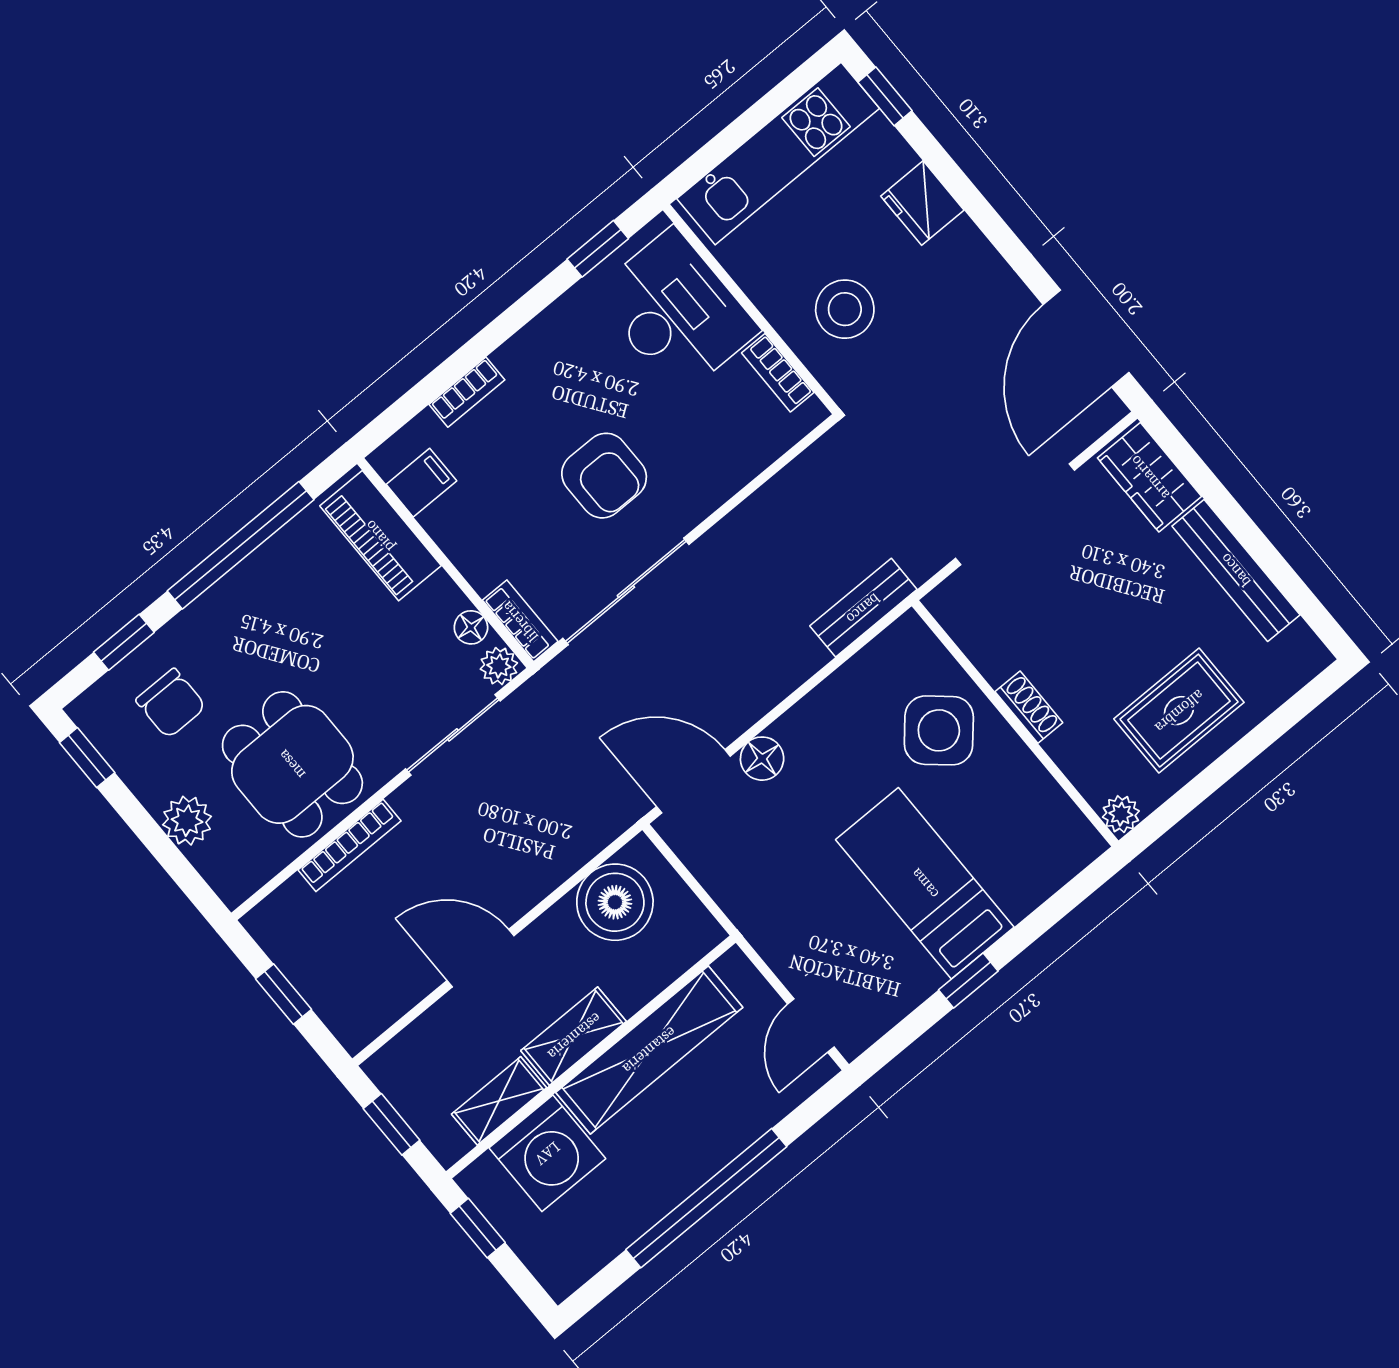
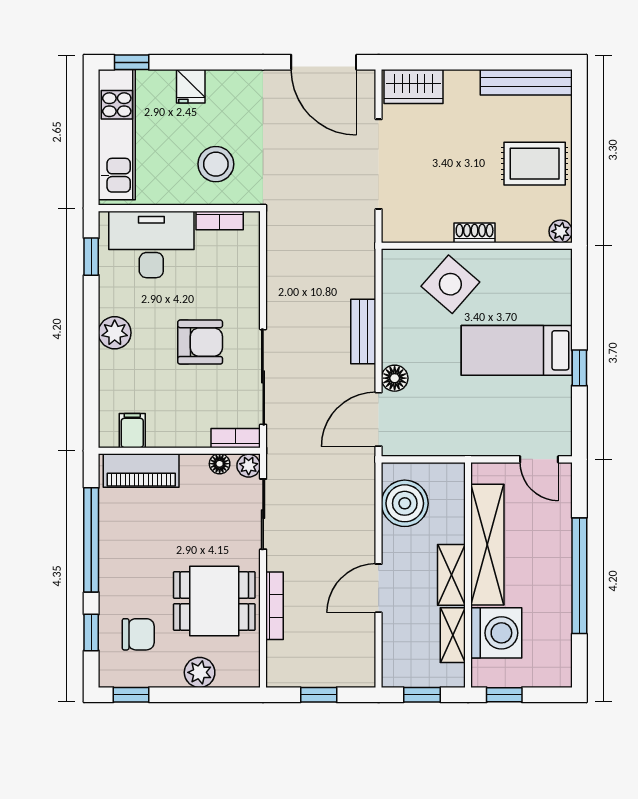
fridge: (922, 203) -> (191, 86), width x0.72
plant: (526, 358) -> (115, 333), added
bookcase: (467, 392) -> (107, 374), removed
bench: (1236, 570) -> (526, 82), moved
bench: (863, 608) -> (363, 331), moved
rug: (1179, 711) -> (535, 164), turned 90

